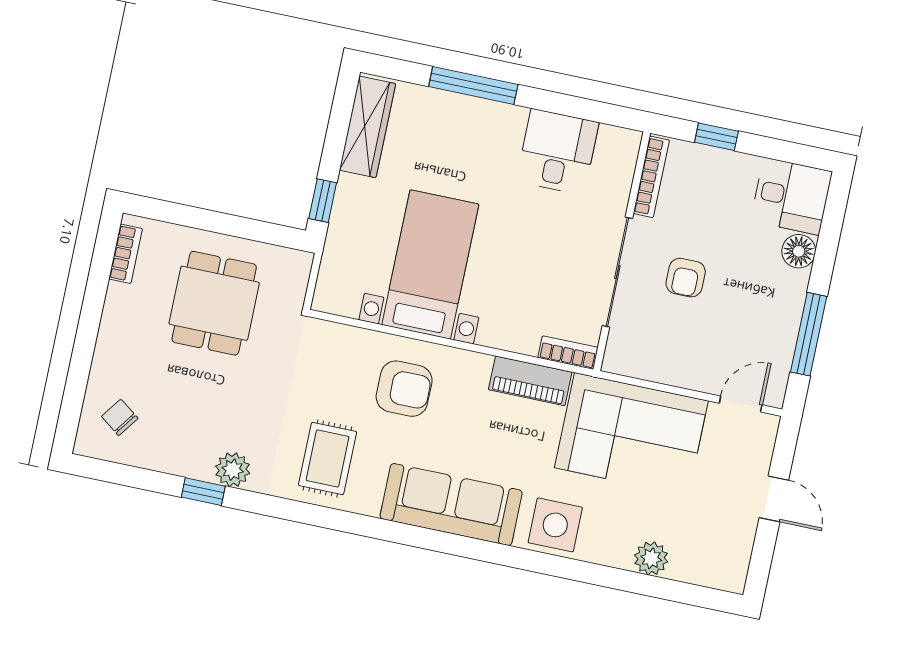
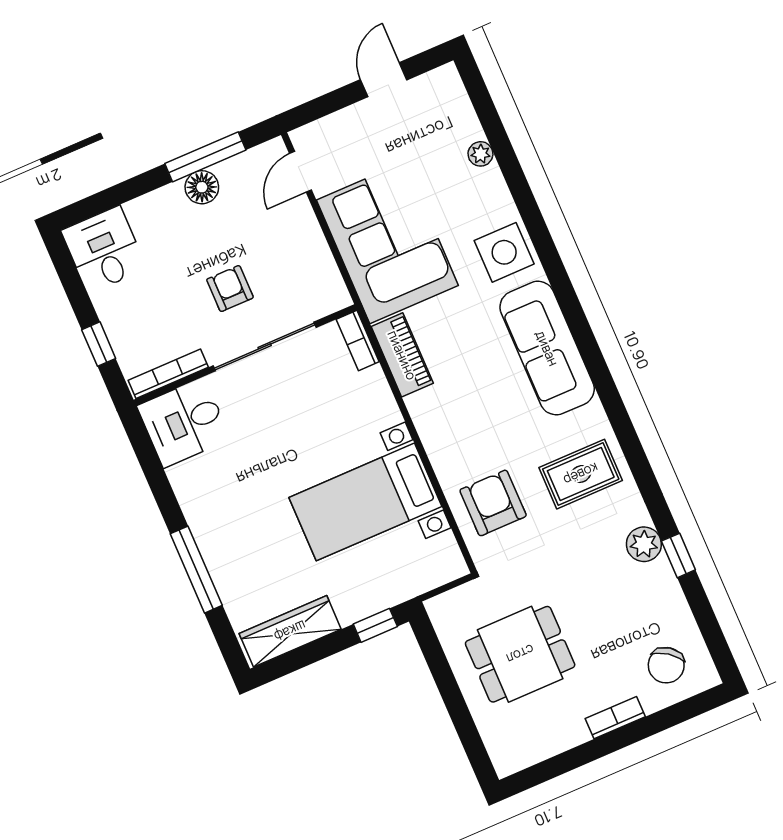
desk: (558, 152) -> (184, 423), moved
floor lamp: (799, 251) -> (202, 187), moved
bookcase: (126, 254) -> (615, 718), moved
armchair: (686, 278) -> (230, 288), turned -90
armchair: (404, 389) -> (493, 503), moved
door: (741, 404) -> (301, 172), hinge flipped
chair: (120, 417) -> (666, 665), width x1.37, depth x1.37
door: (774, 499) -> (384, 80), moved
plant: (651, 558) -> (480, 154), width x0.73, depth x0.73

